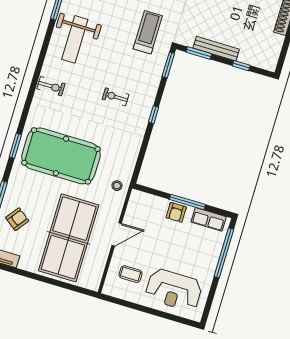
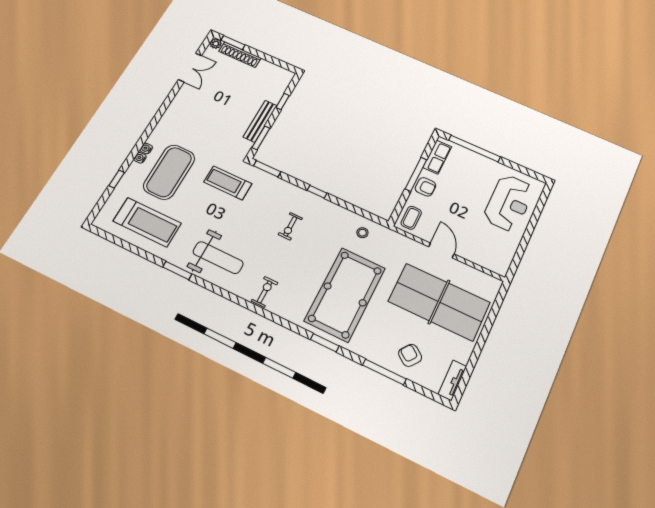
stool: (117, 186) -> (362, 233), moved
coffee table: (131, 274) -> (411, 218), moved

